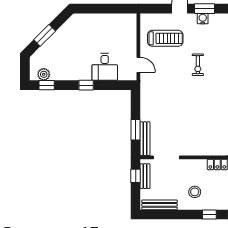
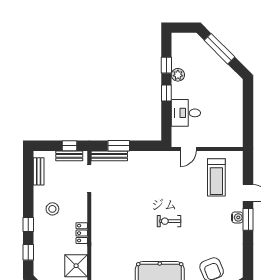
window: (45, 35) -> (219, 49), width x1.44
exercise bike: (198, 65) -> (169, 221), moved
plant: (44, 74) -> (178, 75), moved
window: (47, 85) -> (166, 65), moved
bench: (160, 205) -> (39, 171), width x0.73

